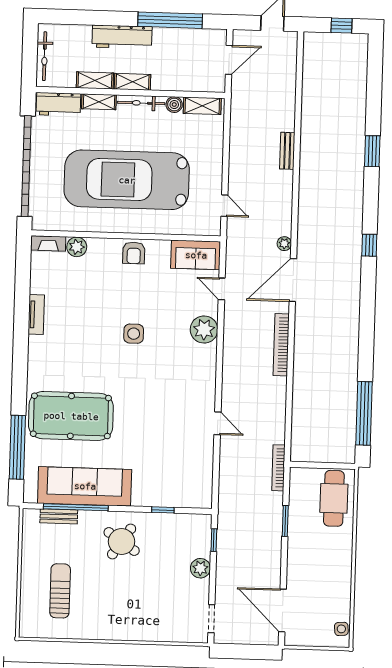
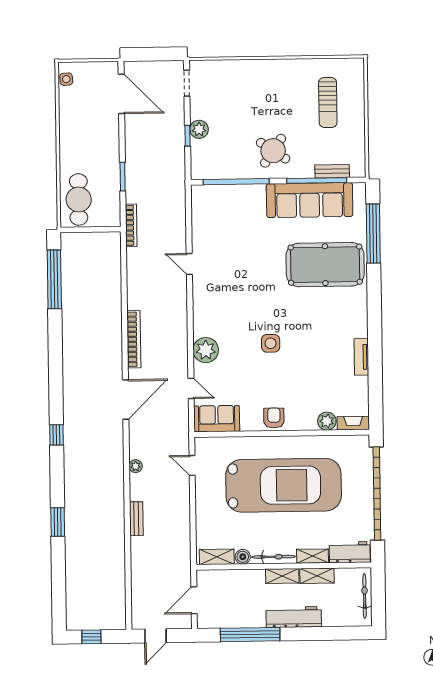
plant: (284, 244) -> (136, 466), moved
window: (163, 510) -> (236, 182), width x3.17
window: (214, 540) -> (188, 136), moved

